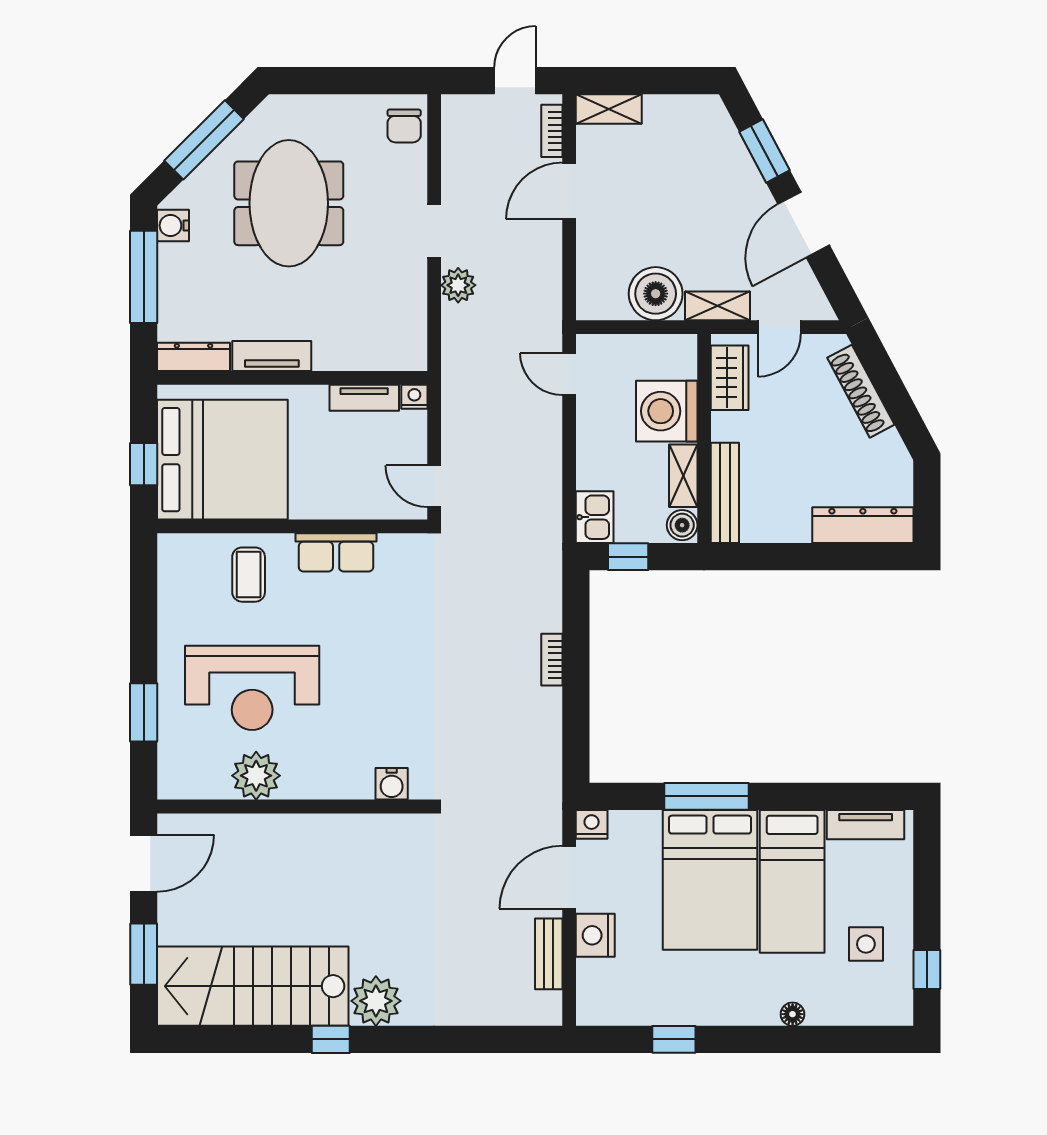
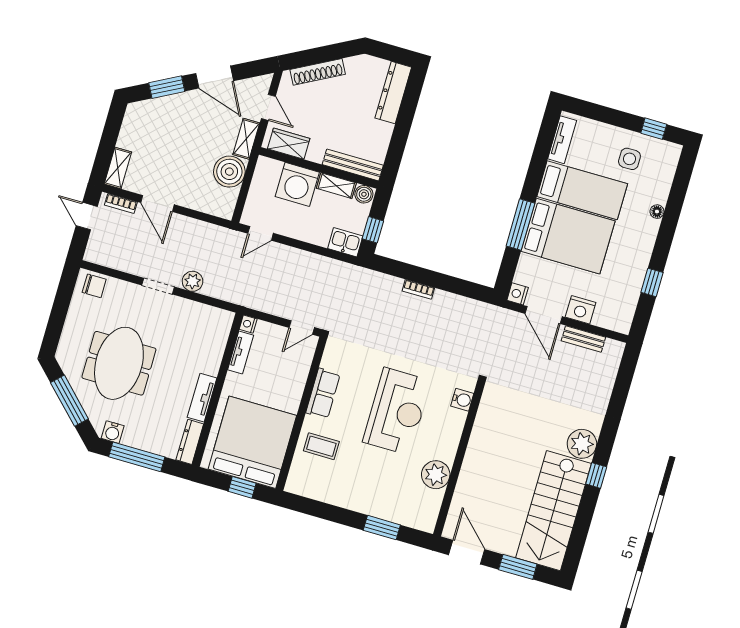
meeting table: (289, 203) -> (119, 363), turned 90
reception desk: (252, 688) -> (397, 411), moved

